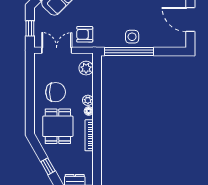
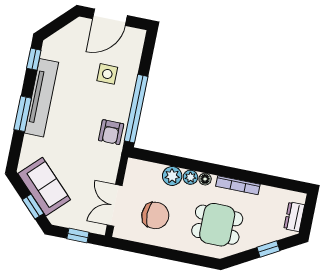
armchair: (85, 34) -> (111, 132), moved
side table: (132, 37) -> (107, 74), moved
plant: (86, 68) -> (172, 176), moved
chair: (56, 92) -> (155, 215), moved, turned 90

